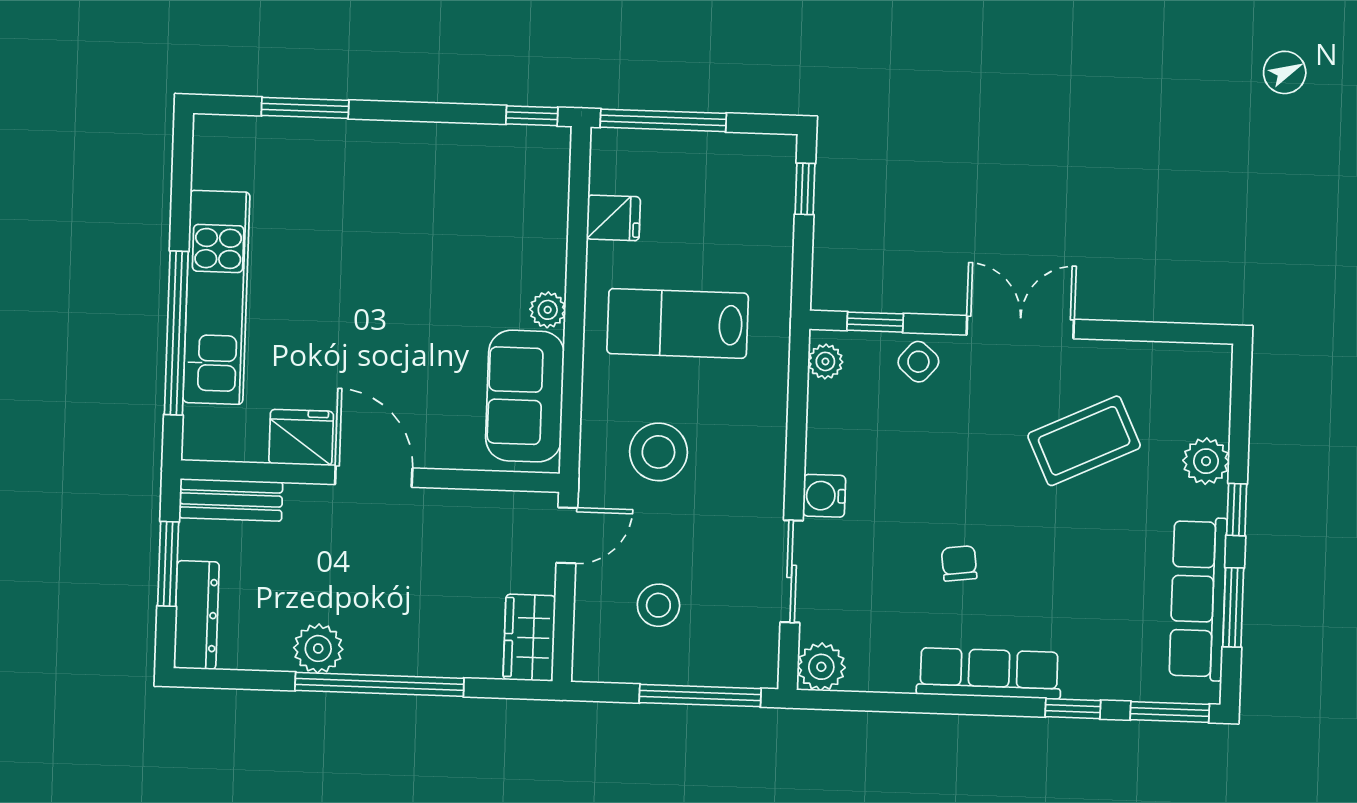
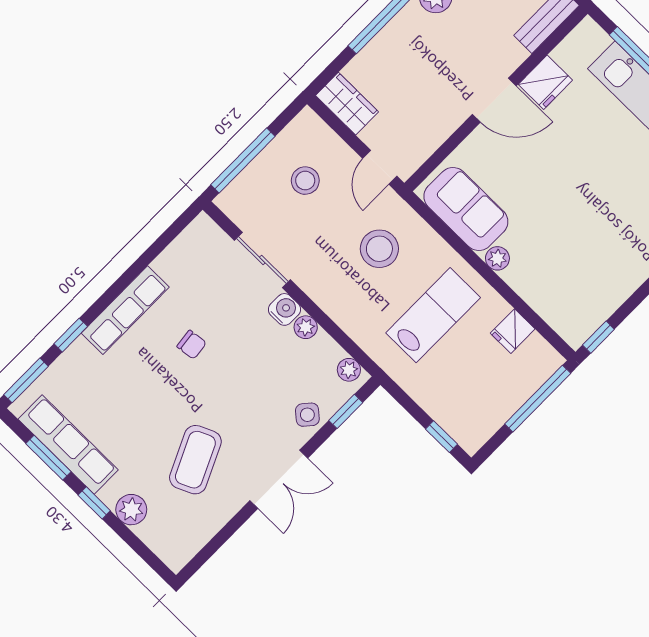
plant: (821, 667) -> (306, 327), moved, width x0.73, depth x0.73

